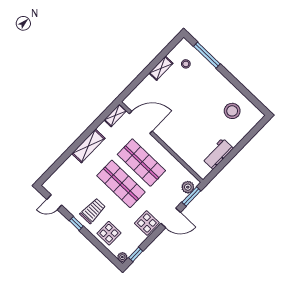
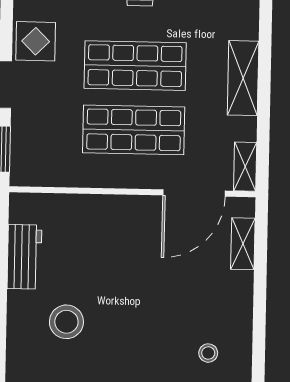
shelving: (161, 68) -> (243, 244), moved
stool: (232, 111) -> (66, 322), moved
plant: (188, 187) -> (23, 159), removed

